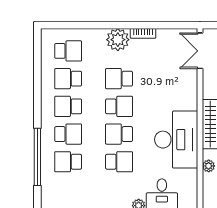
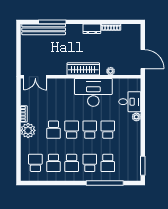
school desk: (119, 134) -> (90, 130), turned 180

